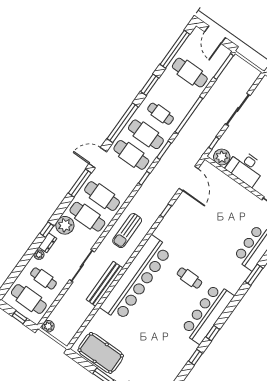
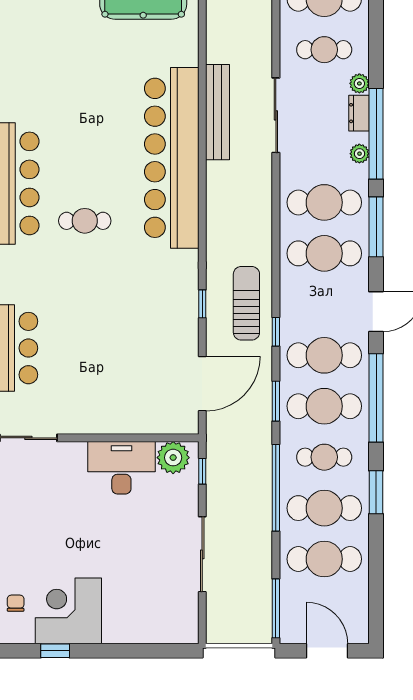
window: (175, 49) -> (376, 580), removed
cafe table: (175, 93) -> (324, 508), added
door: (189, 179) -> (202, 384), swing flipped
window: (80, 183) -> (376, 227), moved
plant: (65, 225) -> (359, 154), width x0.53, depth x0.53
window: (47, 230) -> (376, 134), width x3.17
sun lounger: (127, 231) -> (246, 303), moved

